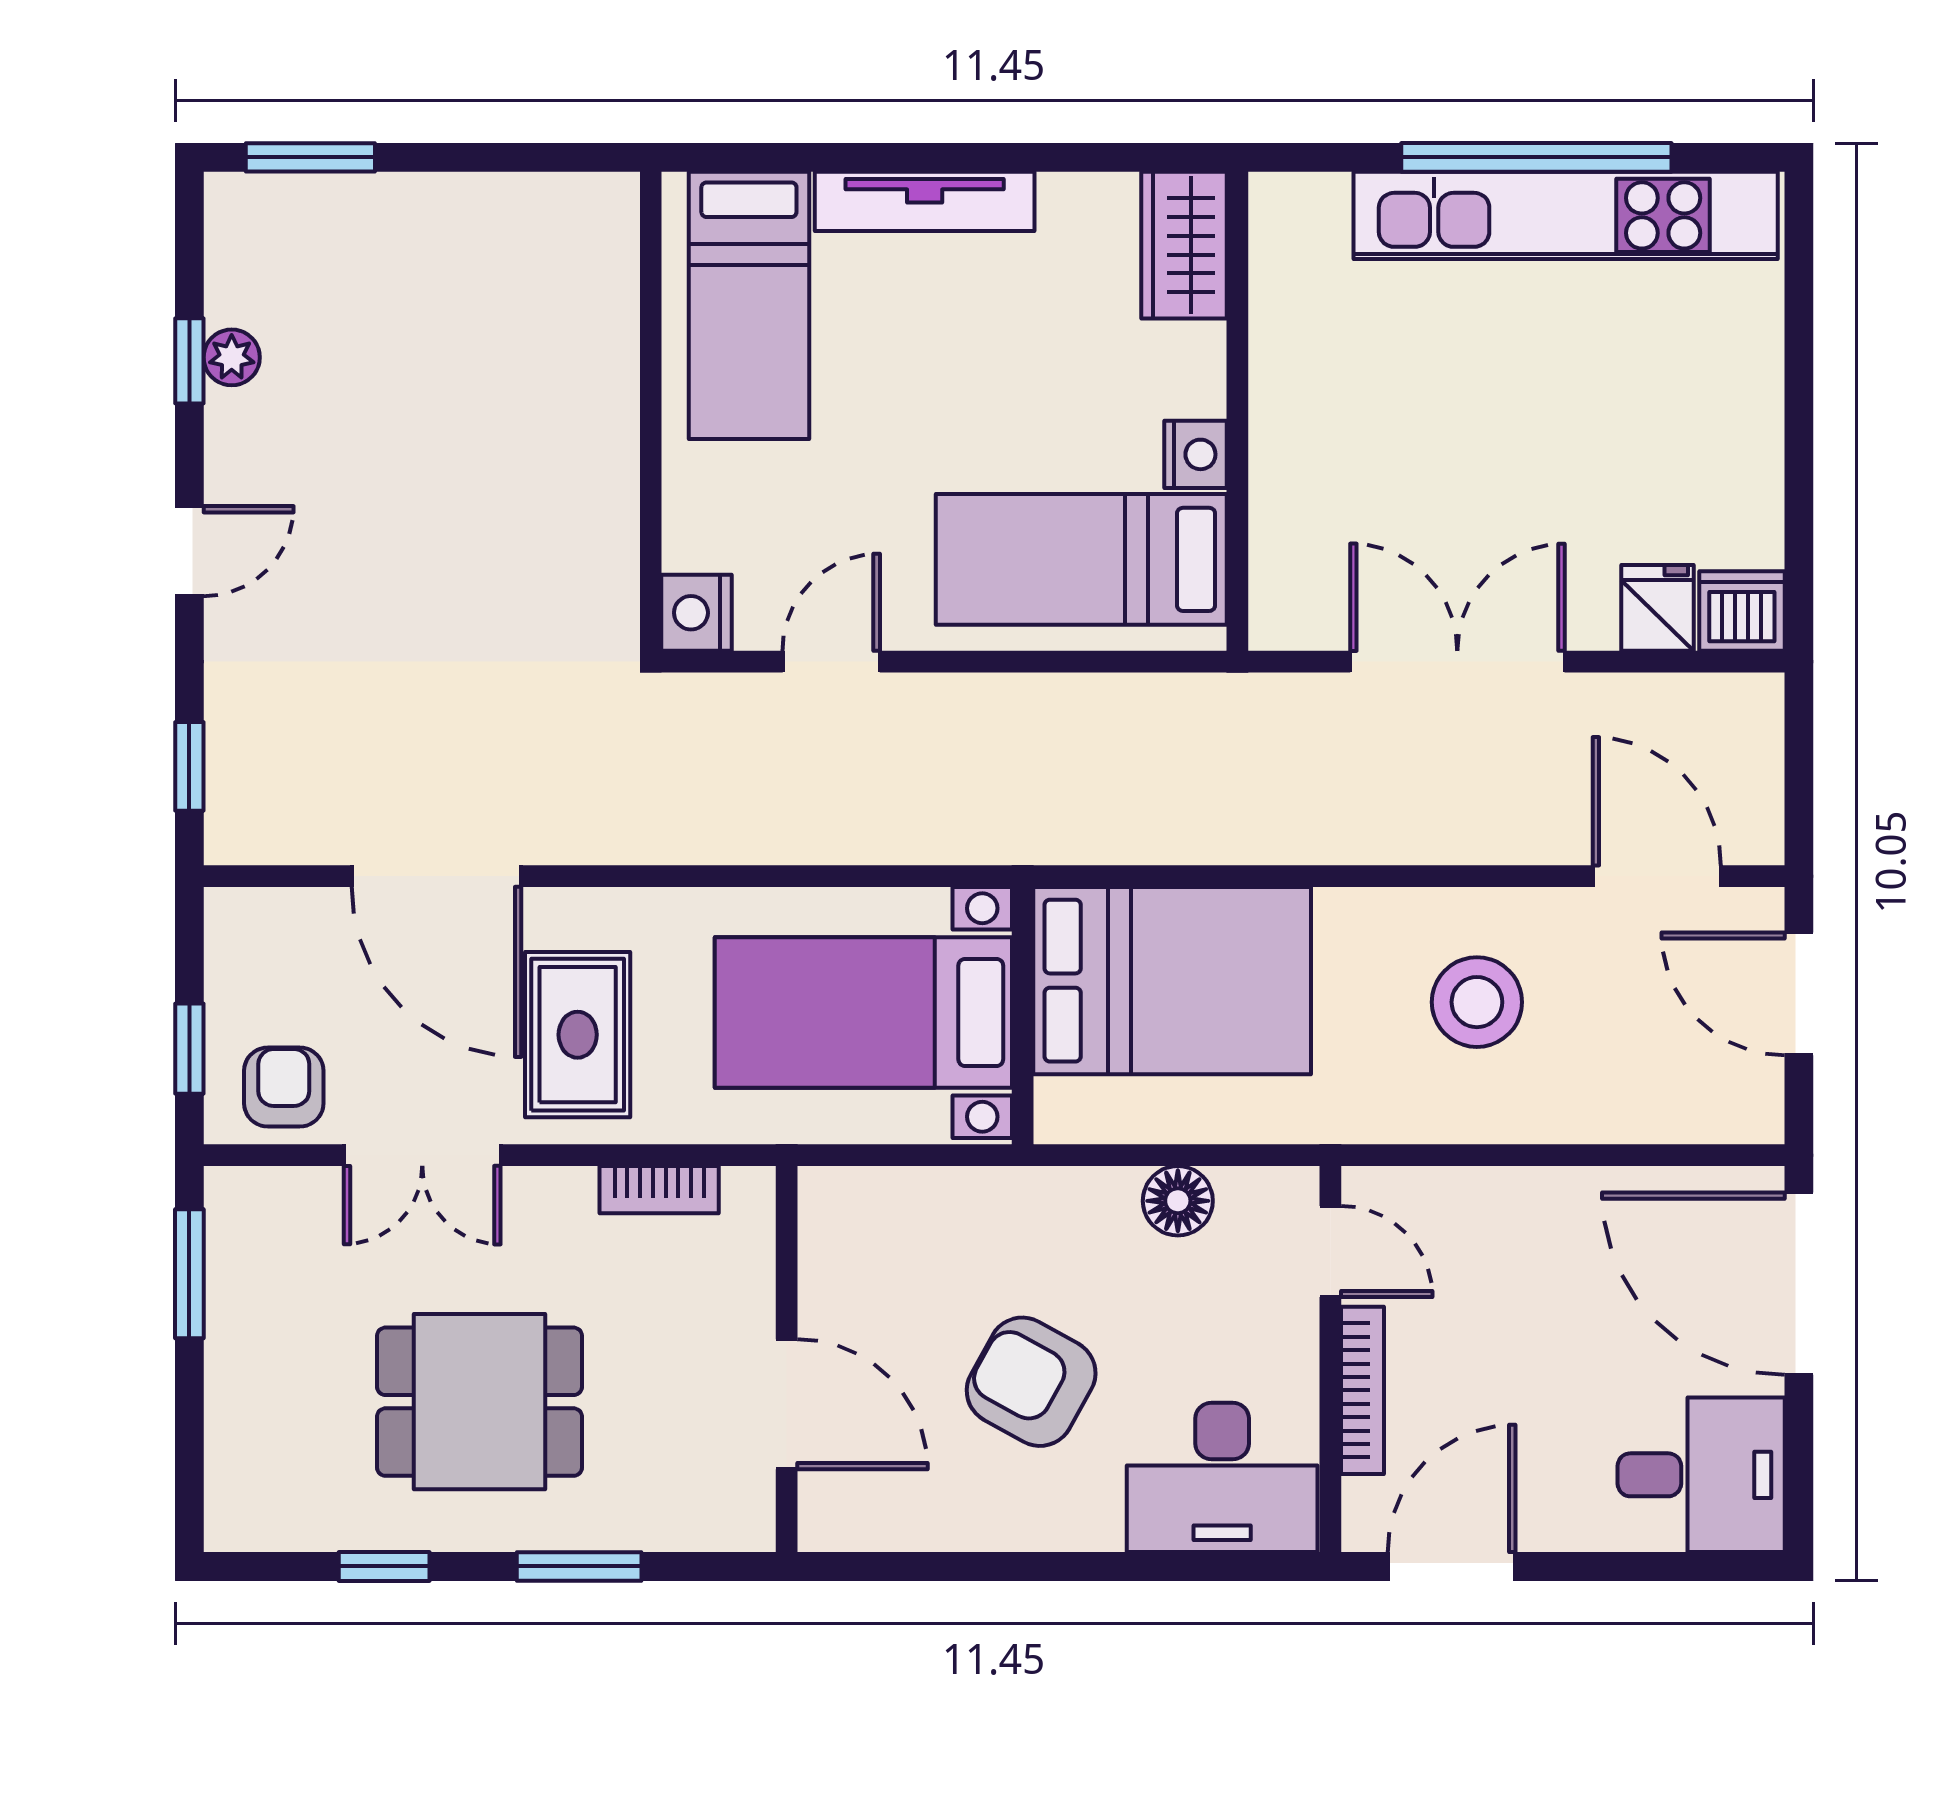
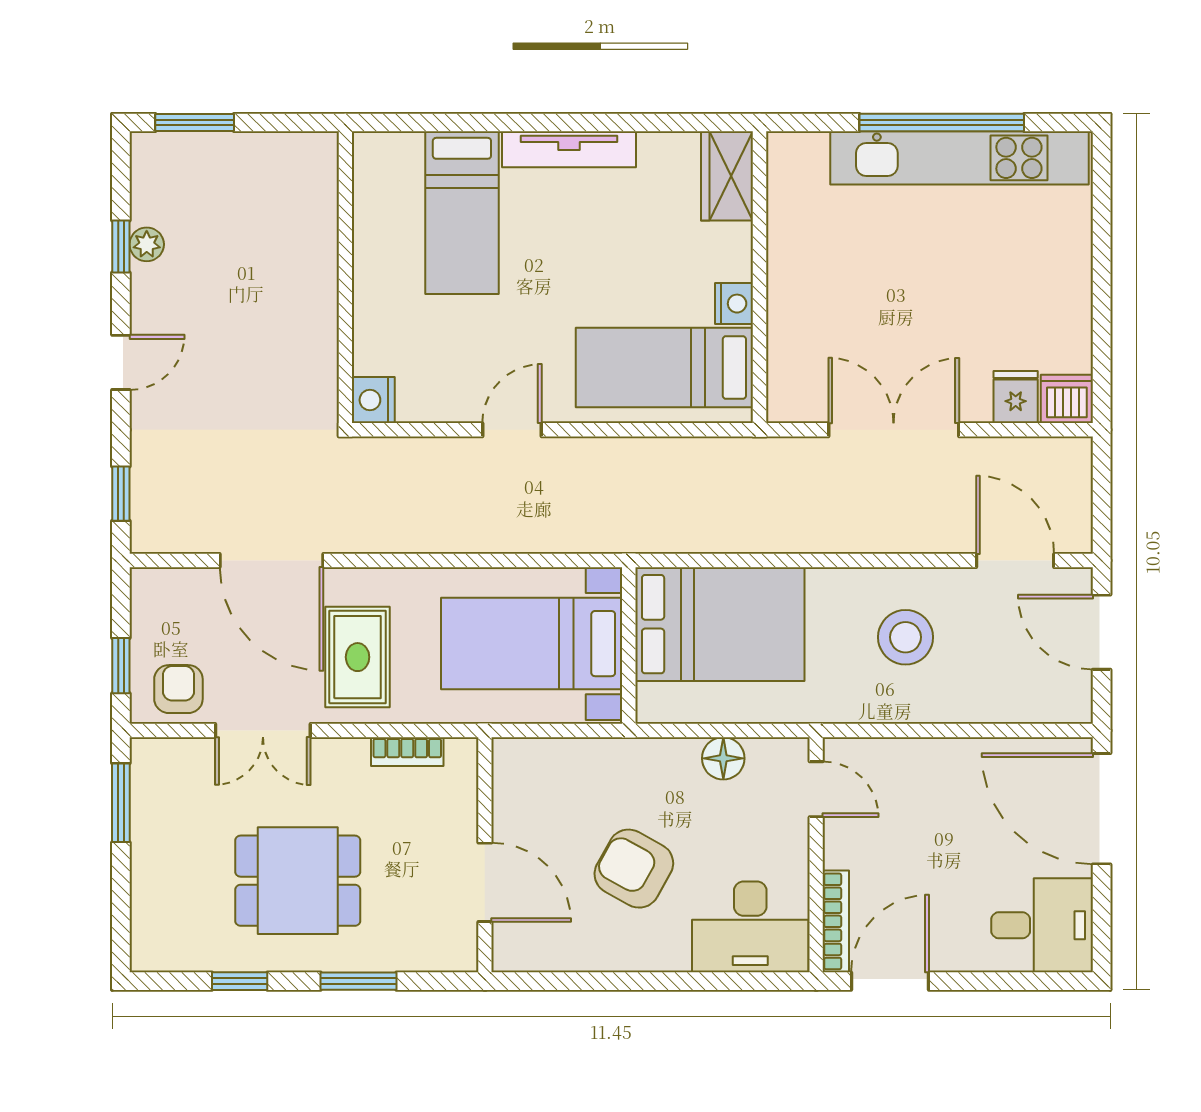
wall: (651, 411) -> (345, 277), moved
nightstand: (697, 613) -> (373, 400), moved
bookcase: (1362, 1390) -> (836, 921), moved

